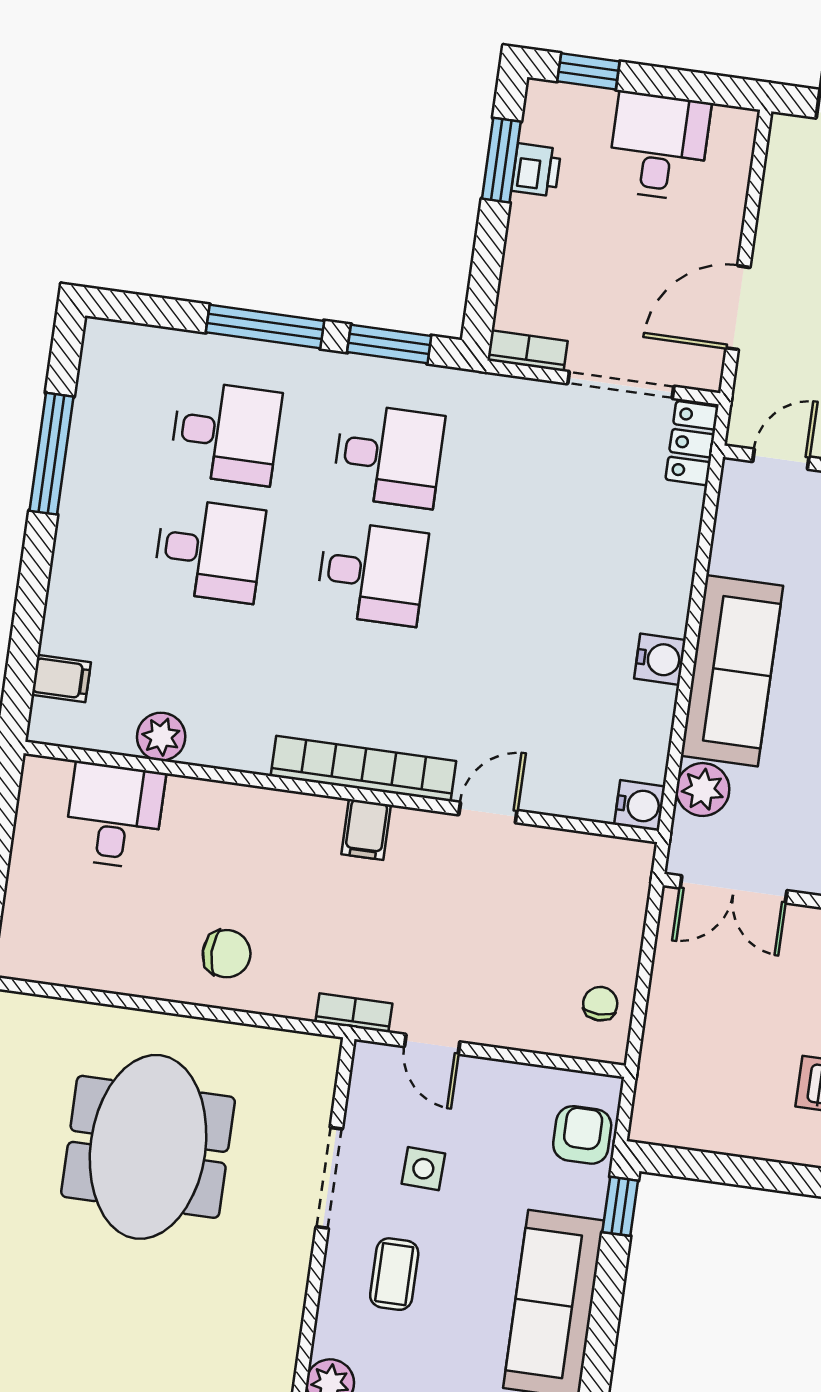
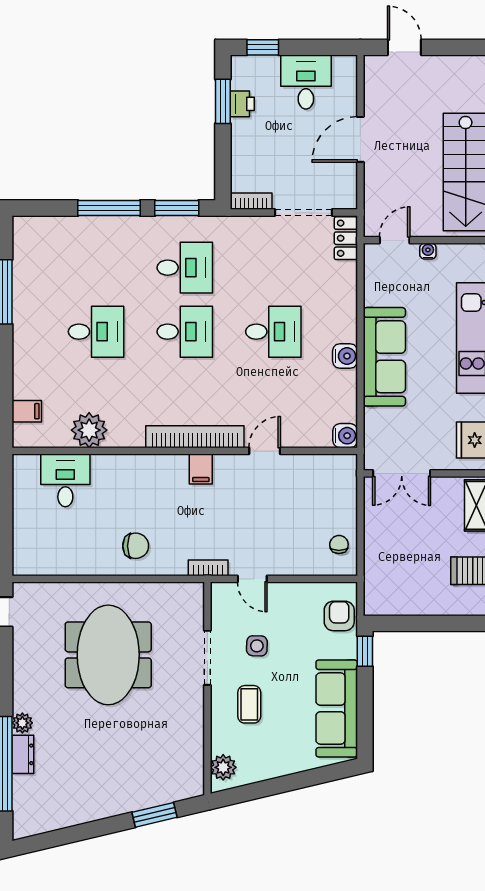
door: (738, 308) -> (360, 139), moved
desk: (226, 433) -> (273, 332), moved
plant: (161, 737) -> (89, 430), width x1.36, depth x1.36
plant: (703, 790) -> (378, 422), removed

